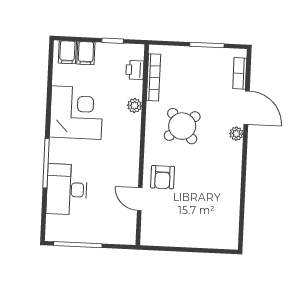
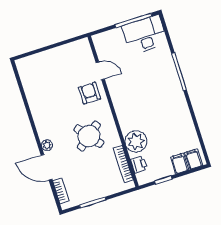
plant: (135, 105) -> (136, 141), width x1.87, depth x1.87
corner desk: (76, 113) -> (170, 117), removed
desk: (67, 189) -> (145, 35), moved, turned -90

